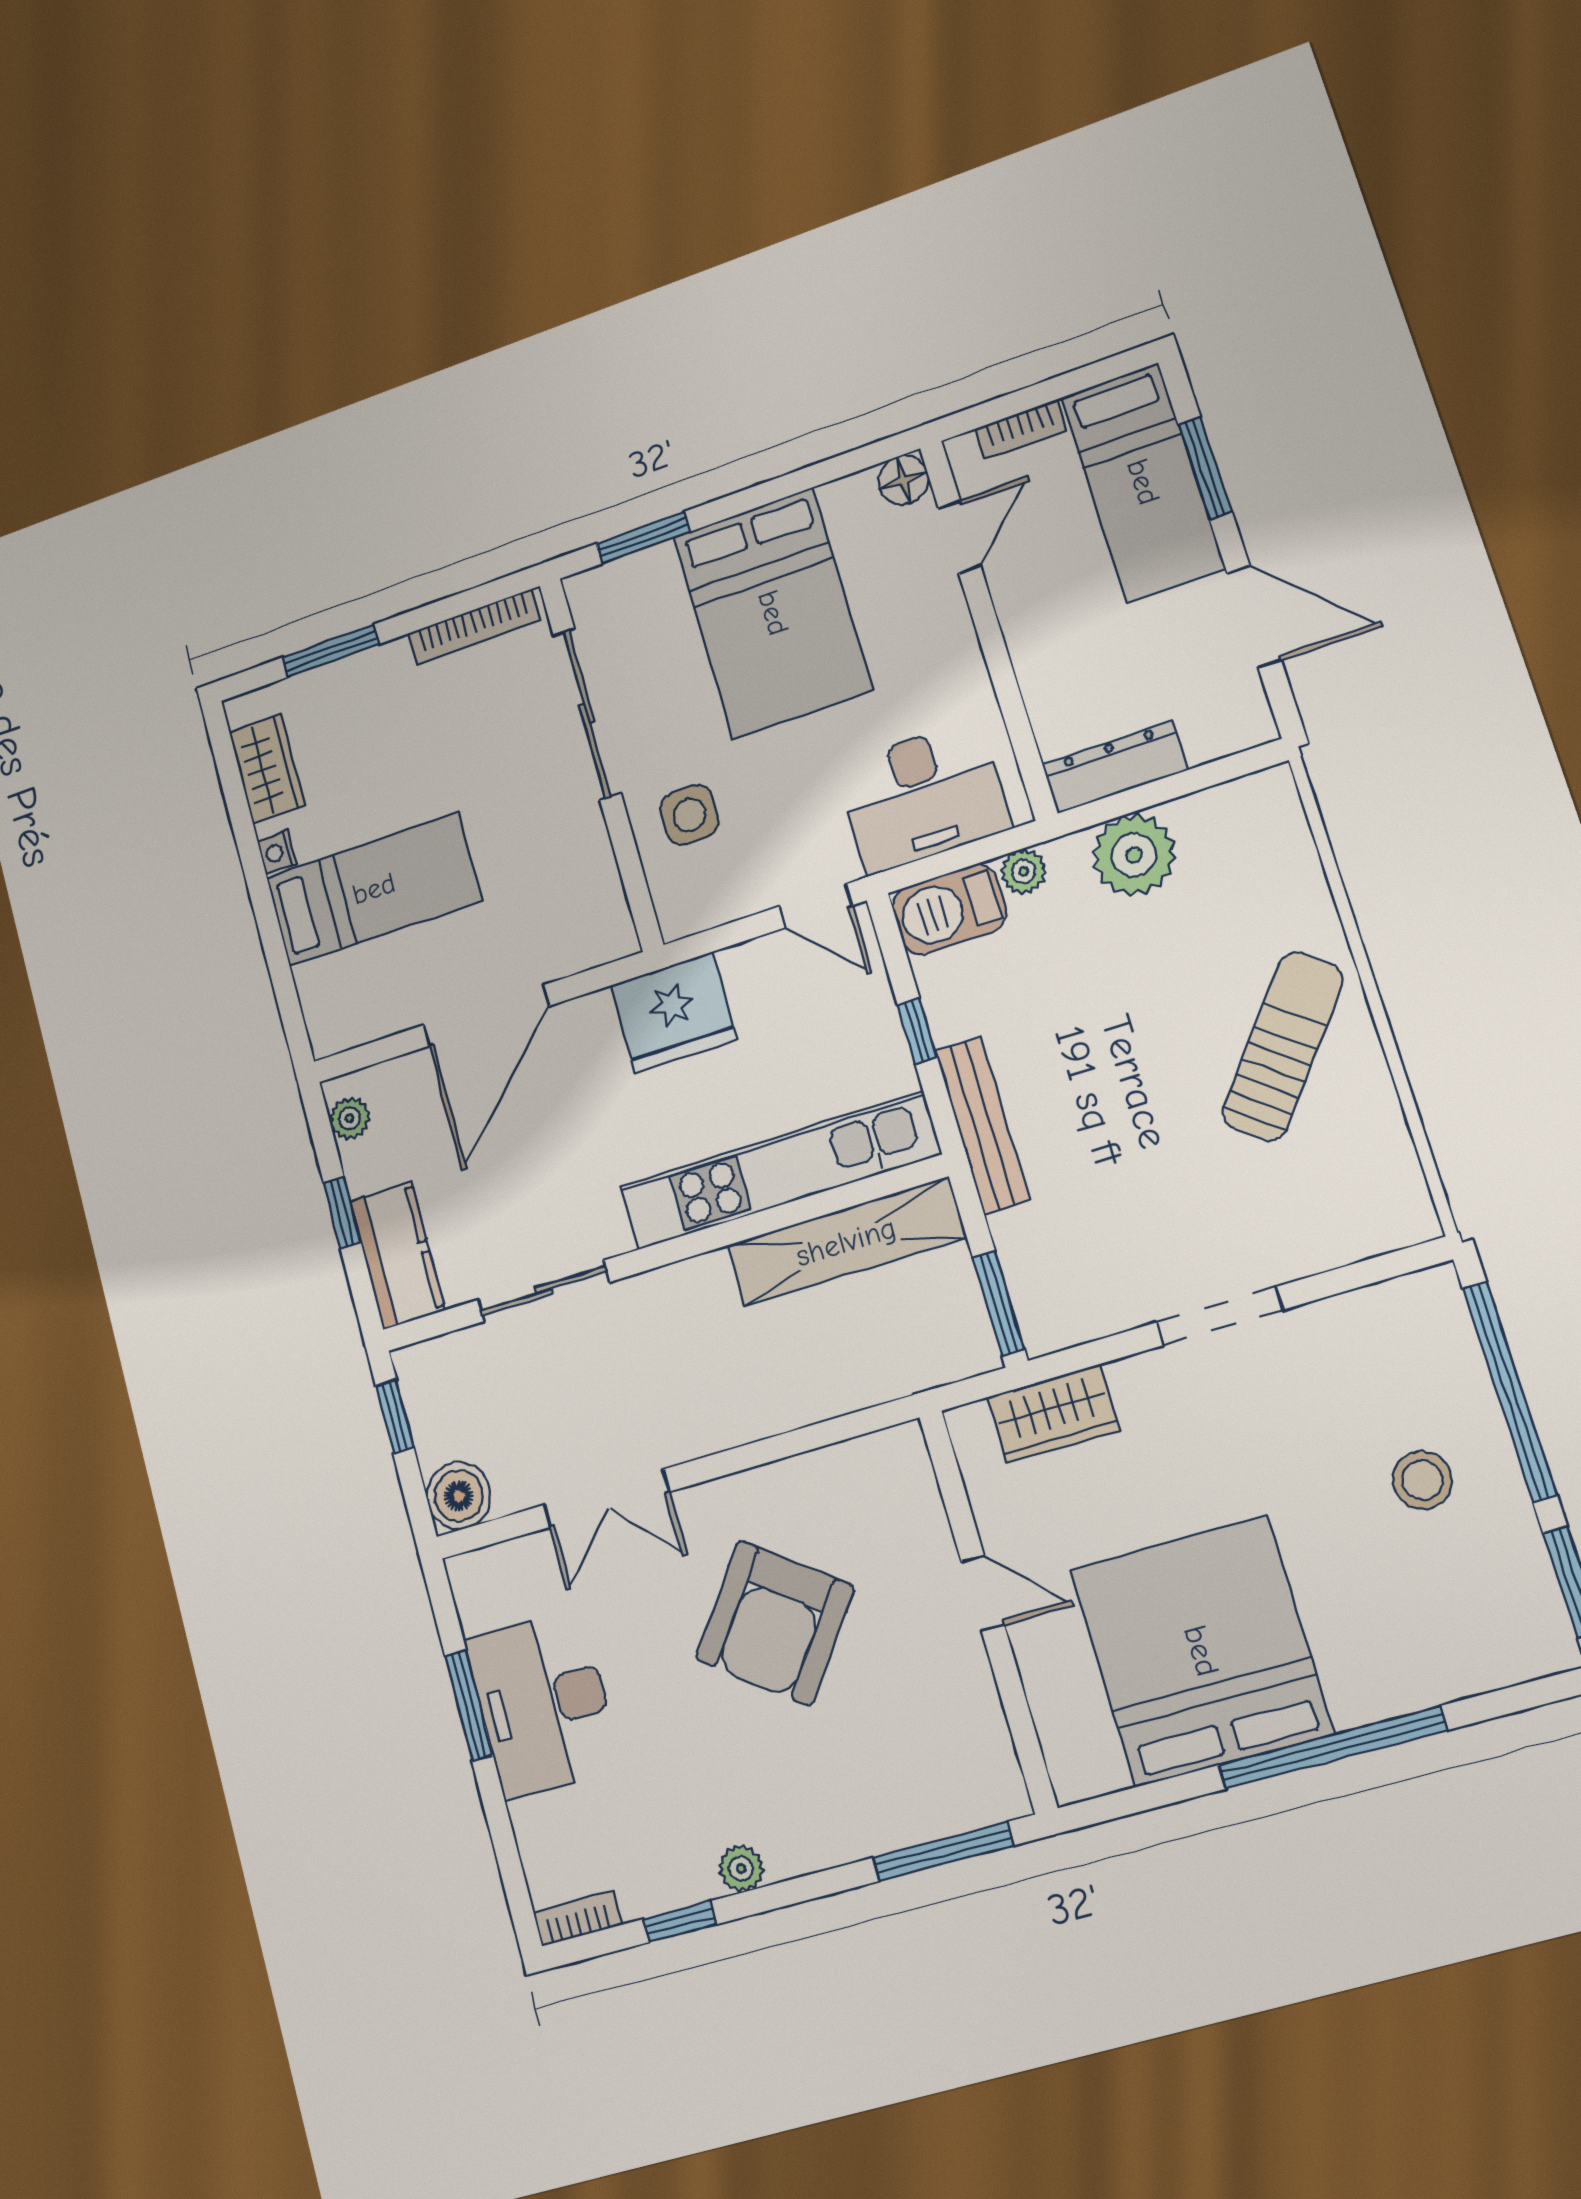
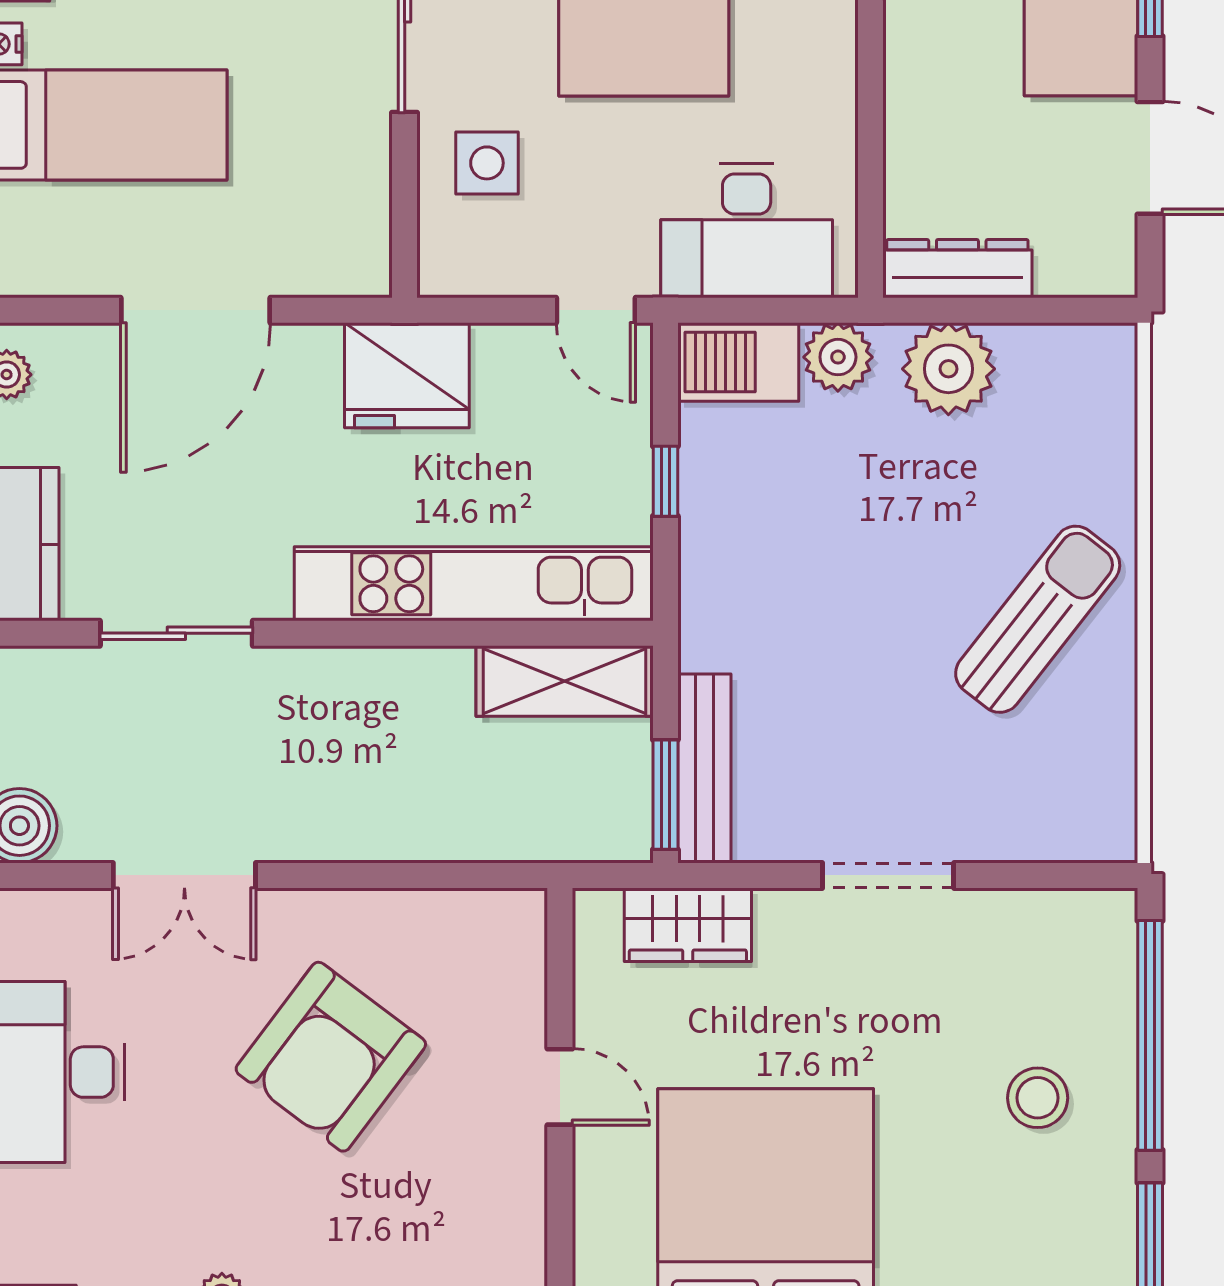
plant: (1024, 871) -> (838, 357), width x1.38, depth x1.38
bench: (982, 1125) -> (704, 768), moved
shelving: (846, 1242) -> (565, 681), width x0.68

